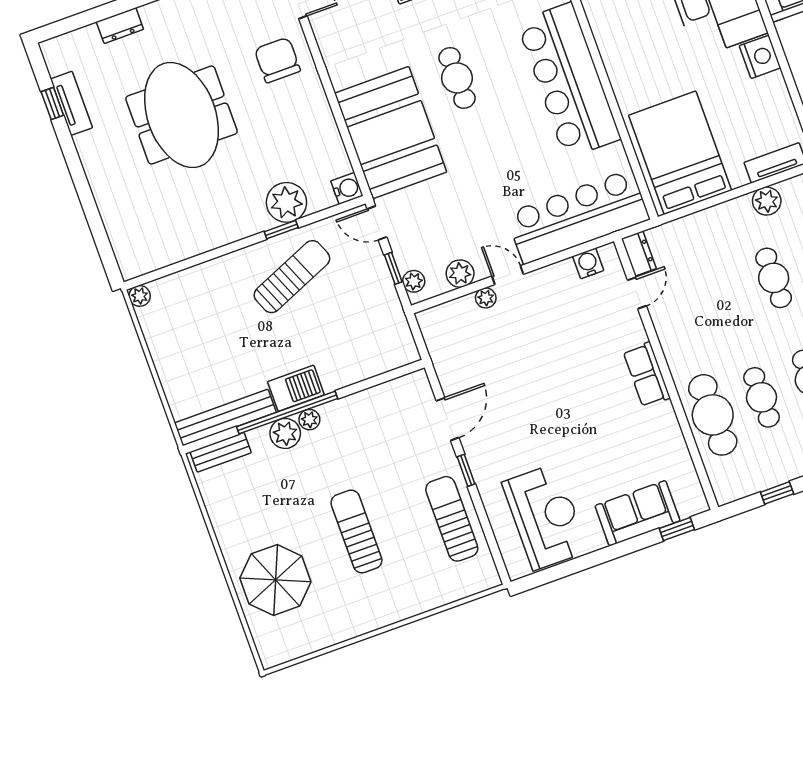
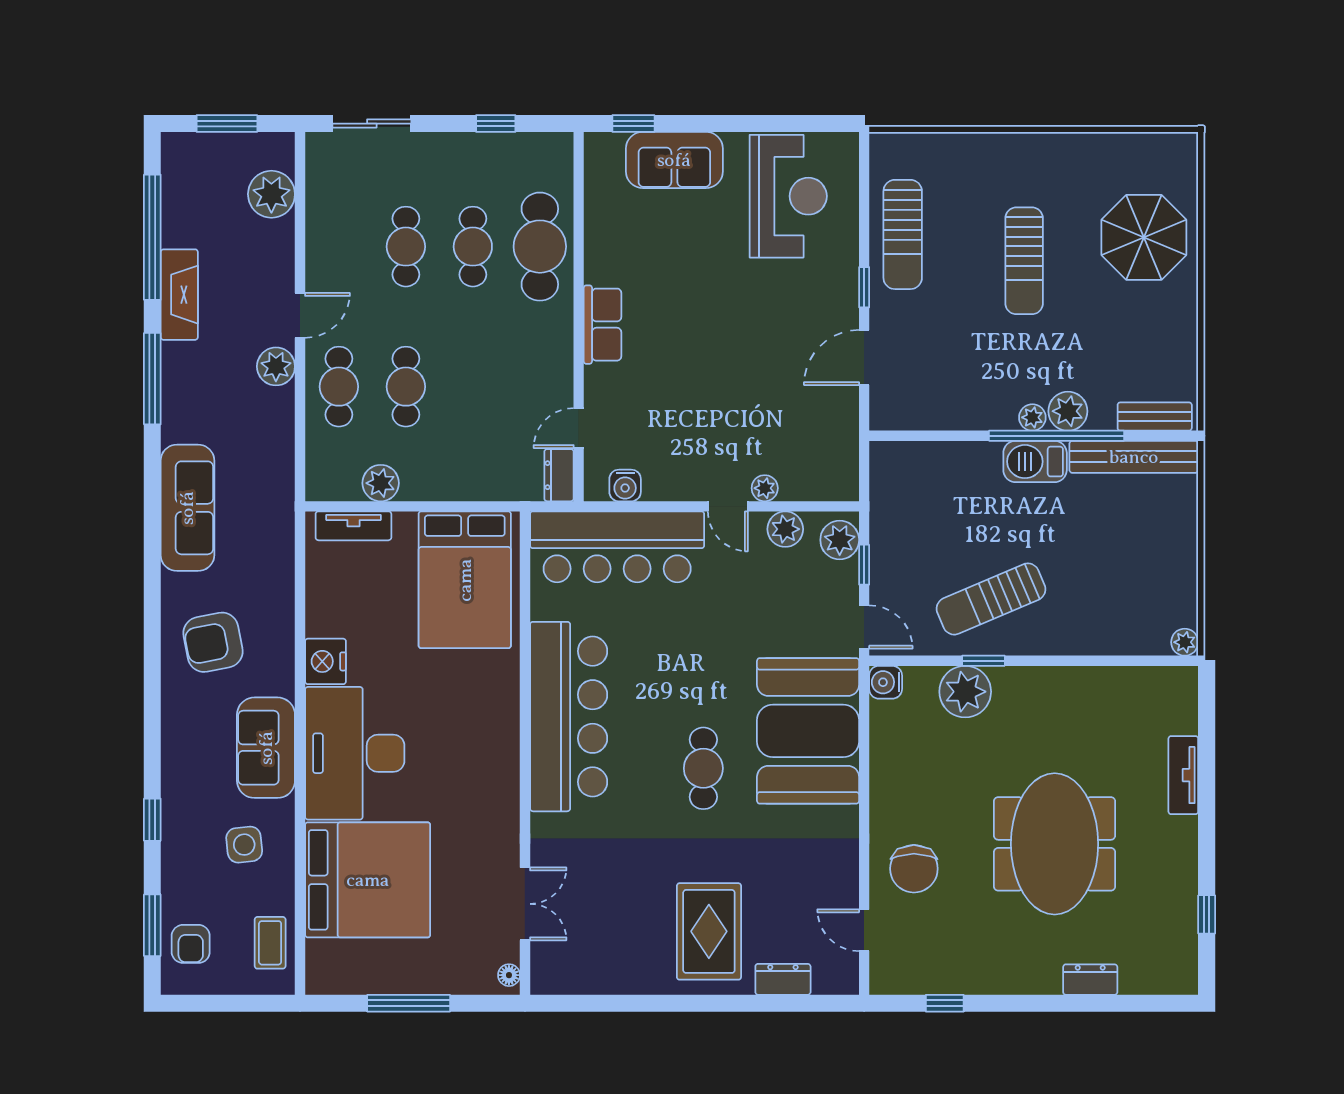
tv unit: (71, 103) -> (1183, 775), moved
plant: (414, 281) -> (840, 540), width x1.38, depth x1.38
reception desk: (545, 517) -> (788, 196), turned 180

